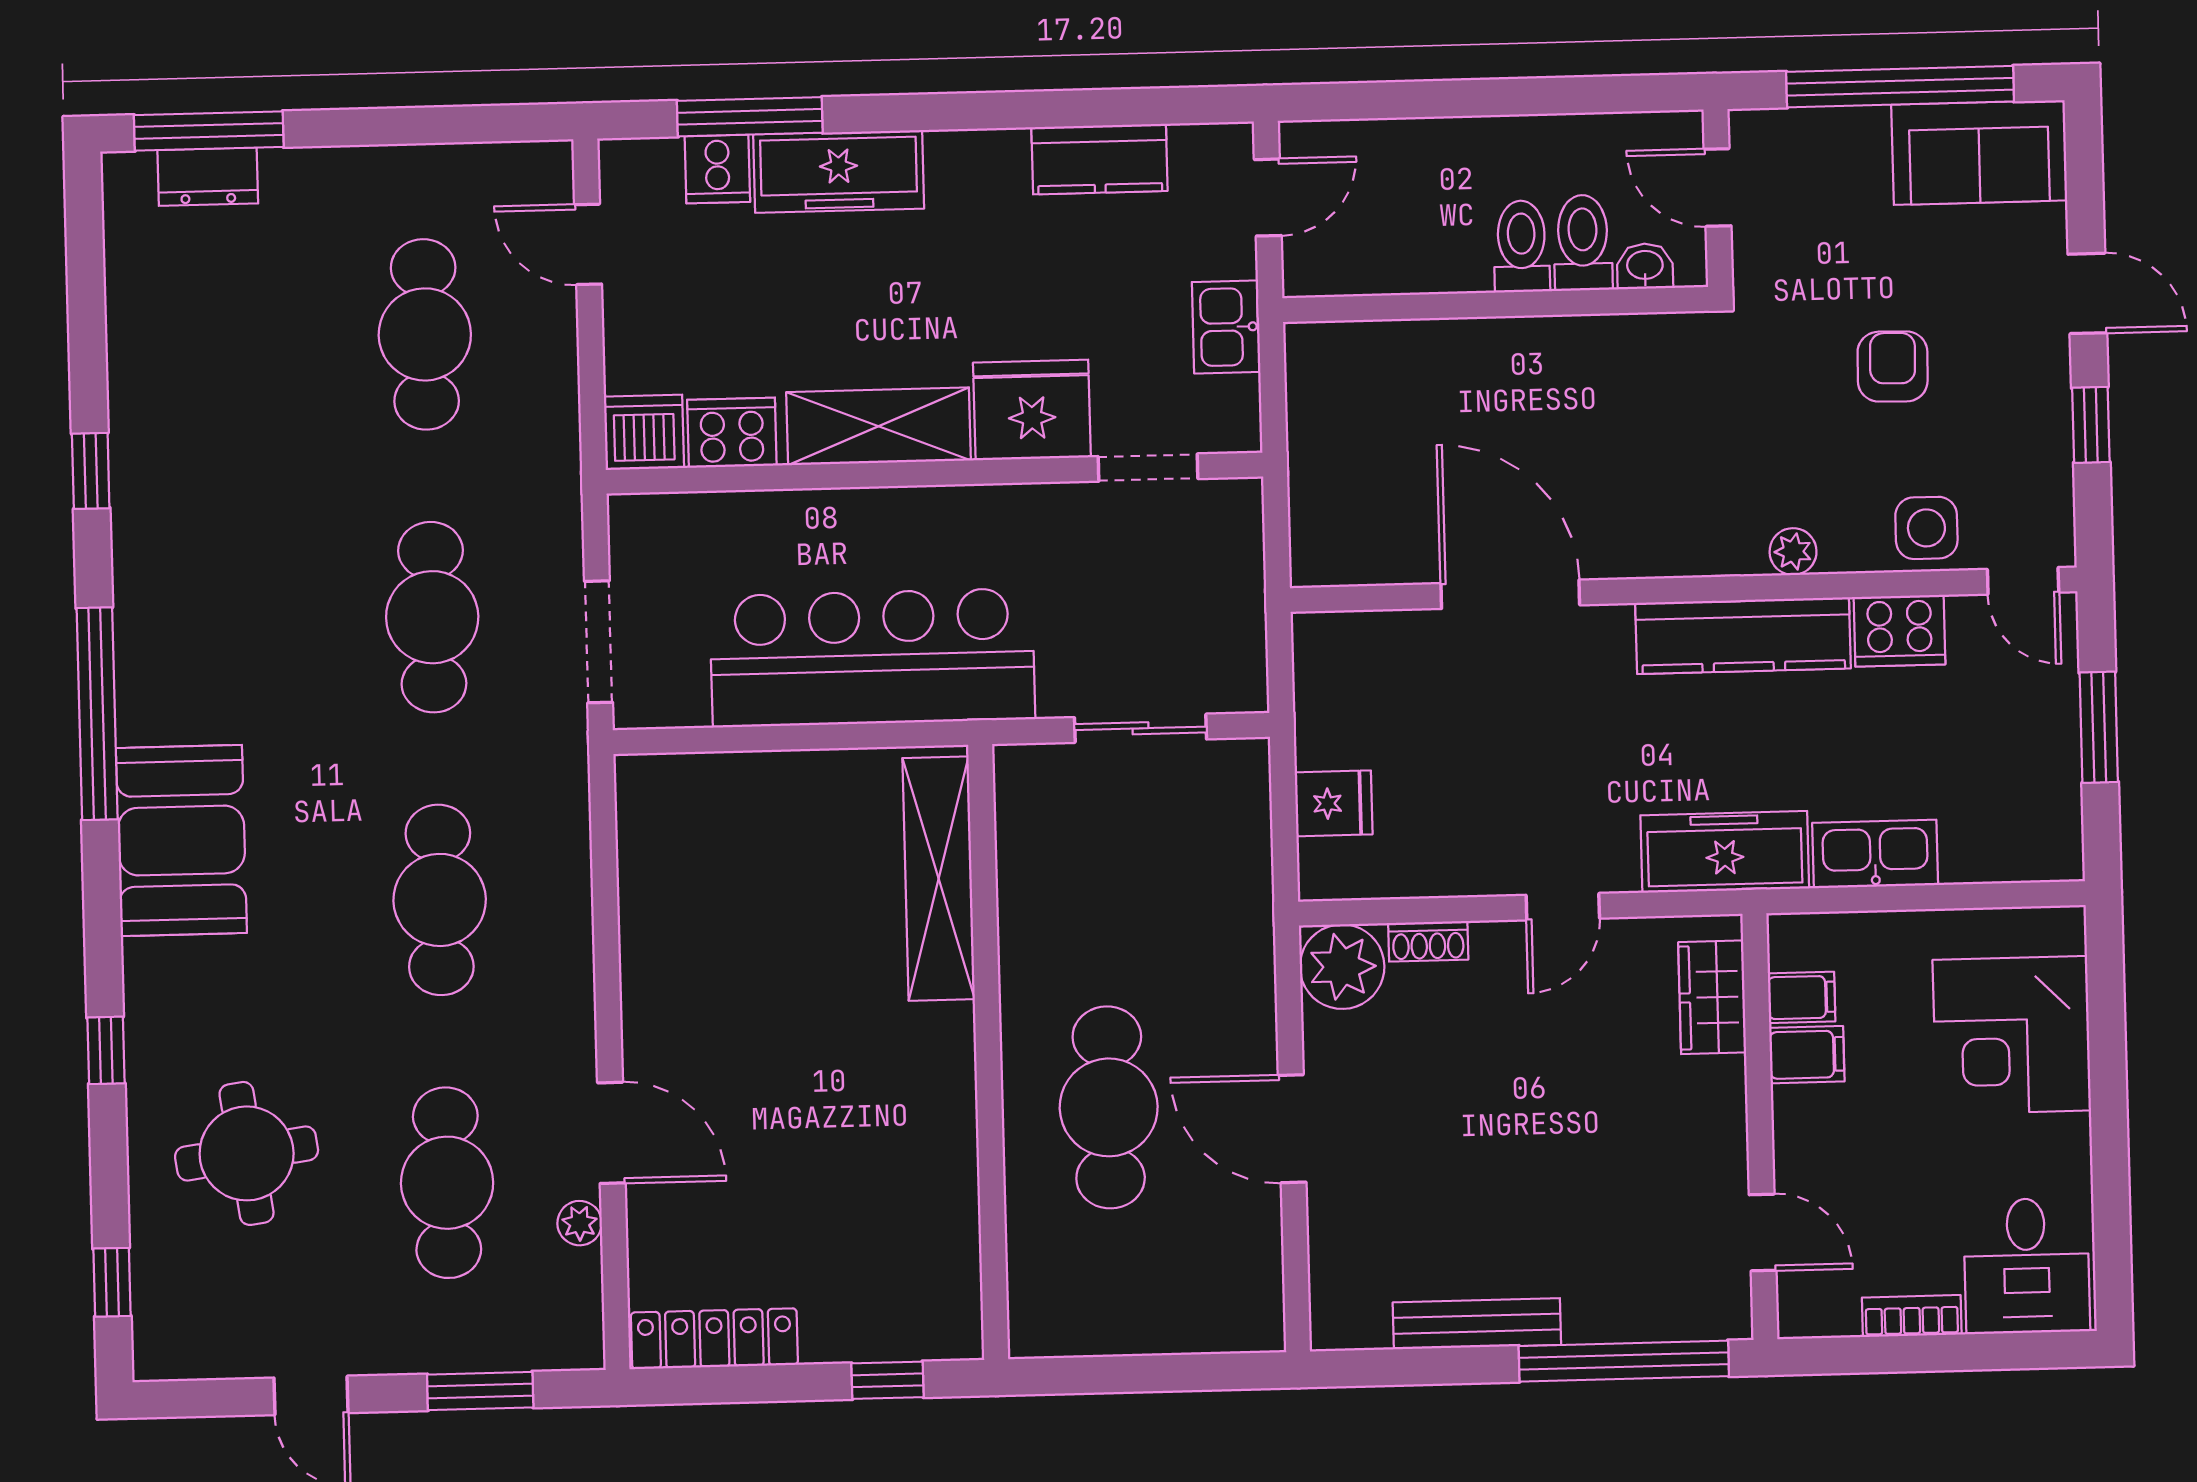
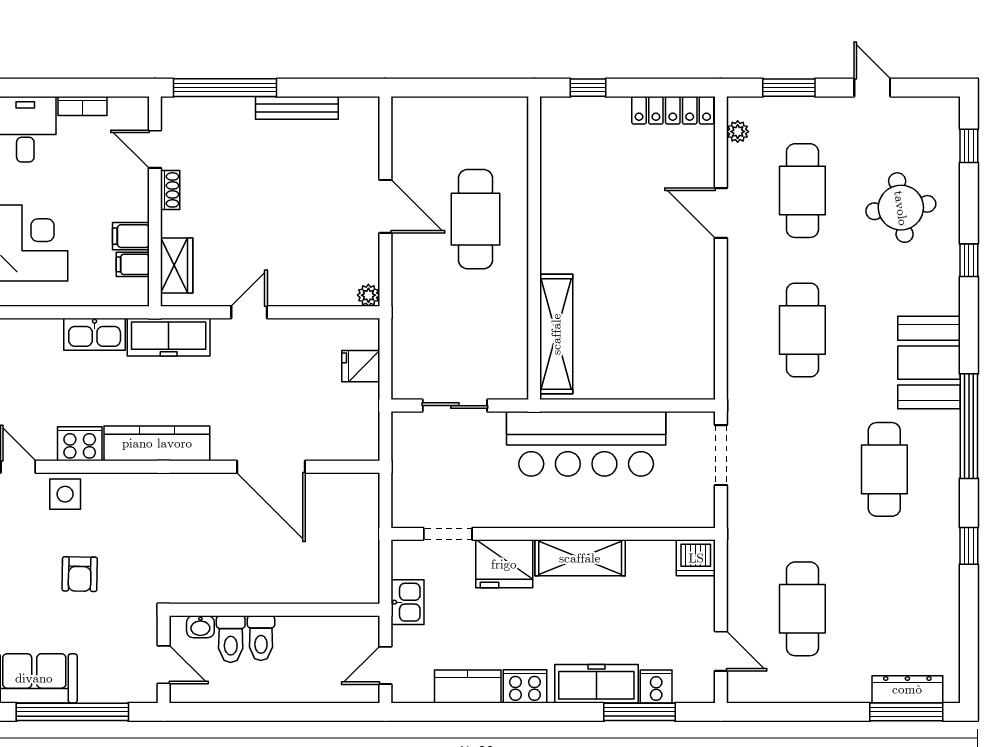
dresser: (208, 177) -> (907, 689), width x1.44
cooker: (732, 433) -> (525, 686), moved, turned 180
plant: (1793, 552) -> (131, 484), removed
cafe table: (432, 617) -> (884, 469), moved
shoe rack: (1428, 941) -> (170, 190), moved, turned 90
plant: (1342, 967) -> (368, 295), width x0.53, depth x0.53
plant: (580, 1223) -> (738, 132), moved

